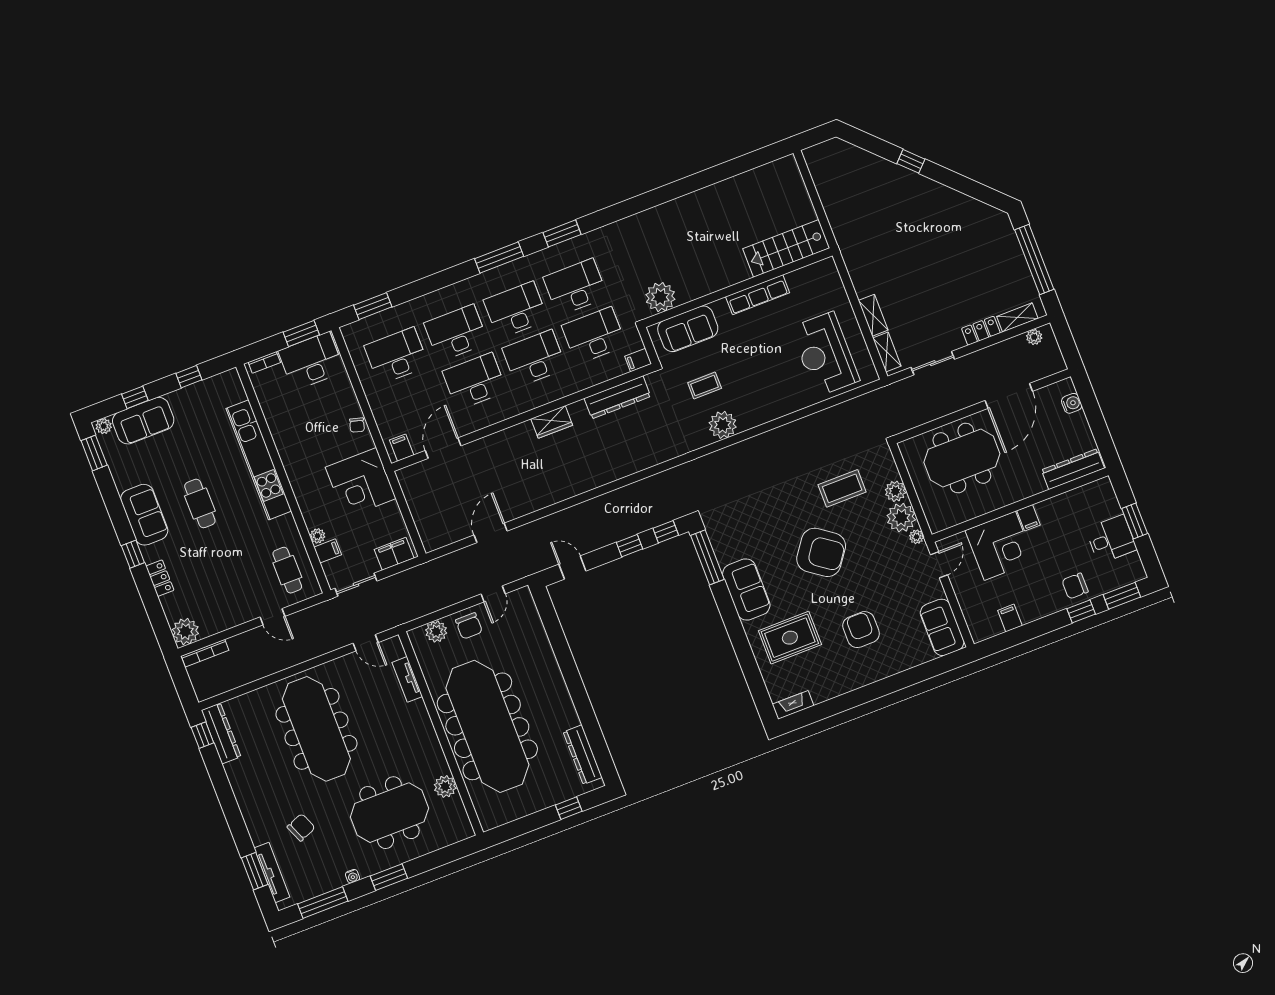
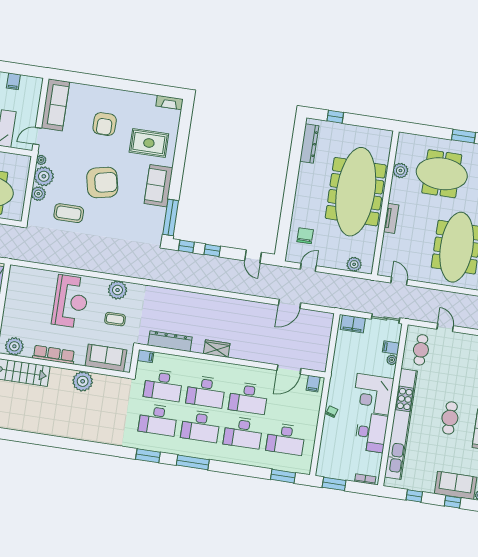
plant: (814, 277) -> (14, 346), added
plant: (660, 297) -> (83, 381), moved
reception desk: (825, 354) -> (71, 302), moved
desk: (311, 361) -> (371, 433), moved, turned -90
kitchen unit: (259, 460) -> (401, 424), width x1.36
corner desk: (361, 483) -> (373, 394), moved, turned 180
armchair: (821, 552) -> (102, 183), turned 132
chair: (469, 626) -> (305, 236), moved
sofa: (942, 627) -> (55, 105), width x1.36
tv unit: (407, 679) -> (391, 218), moved

